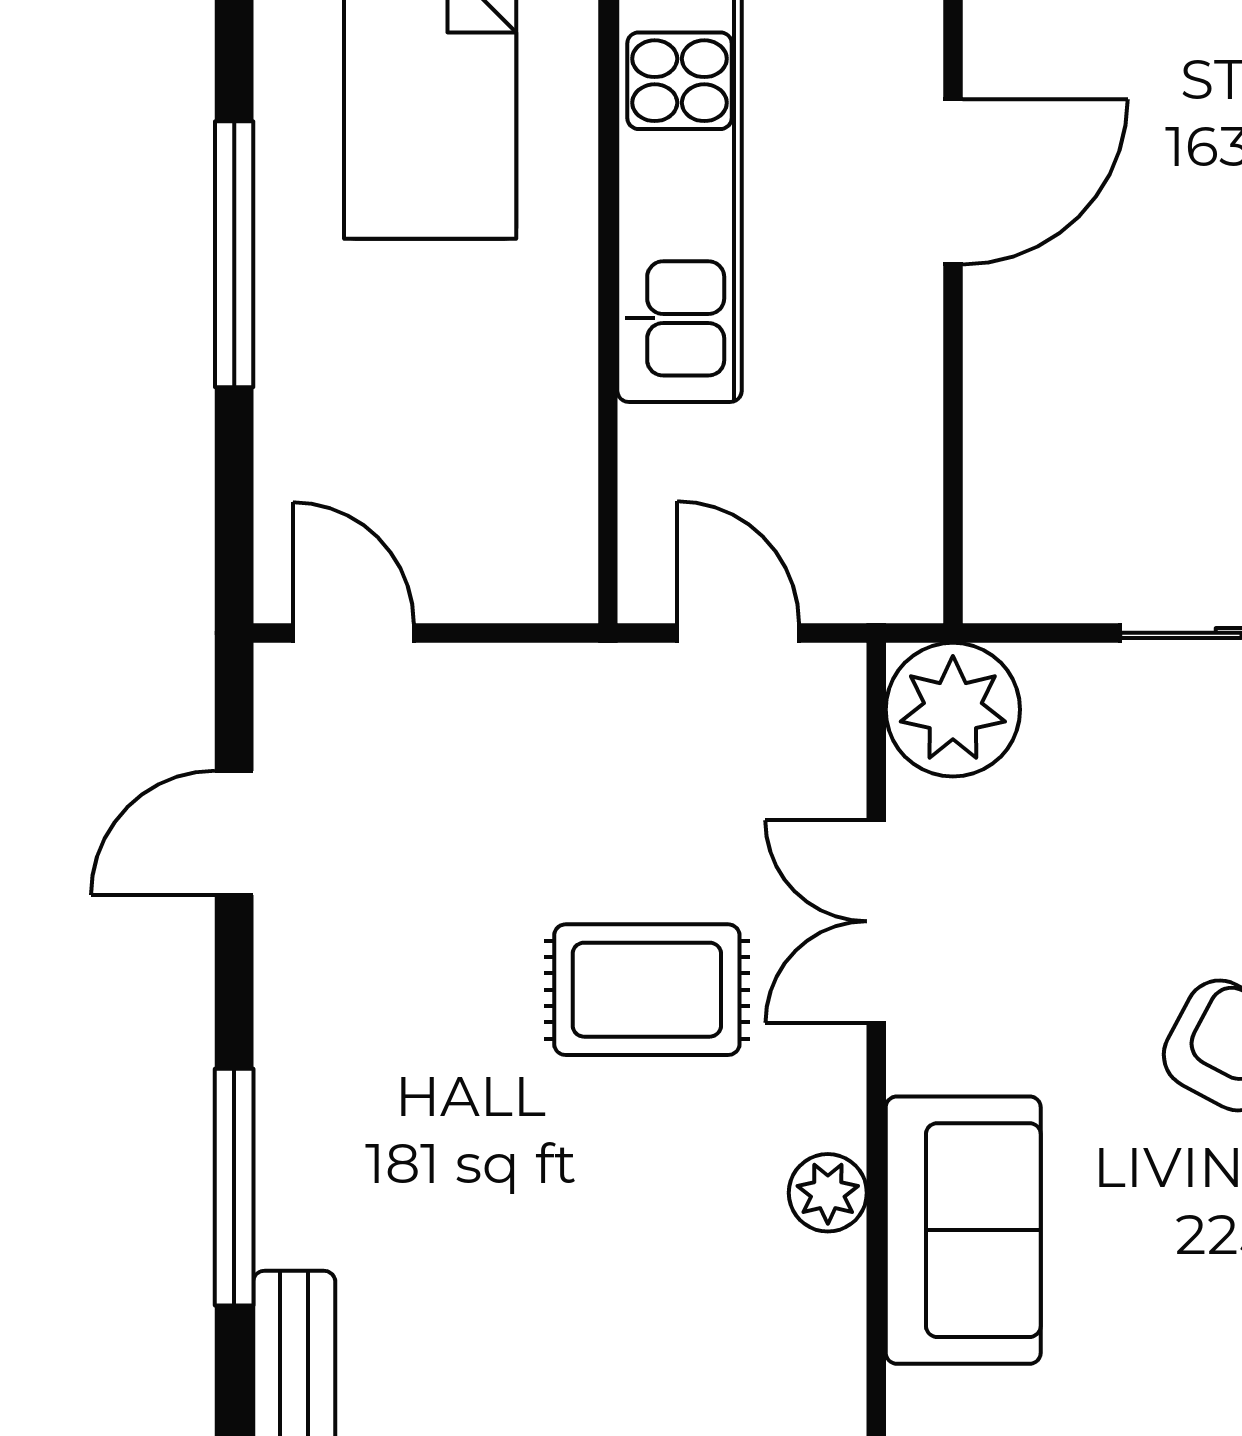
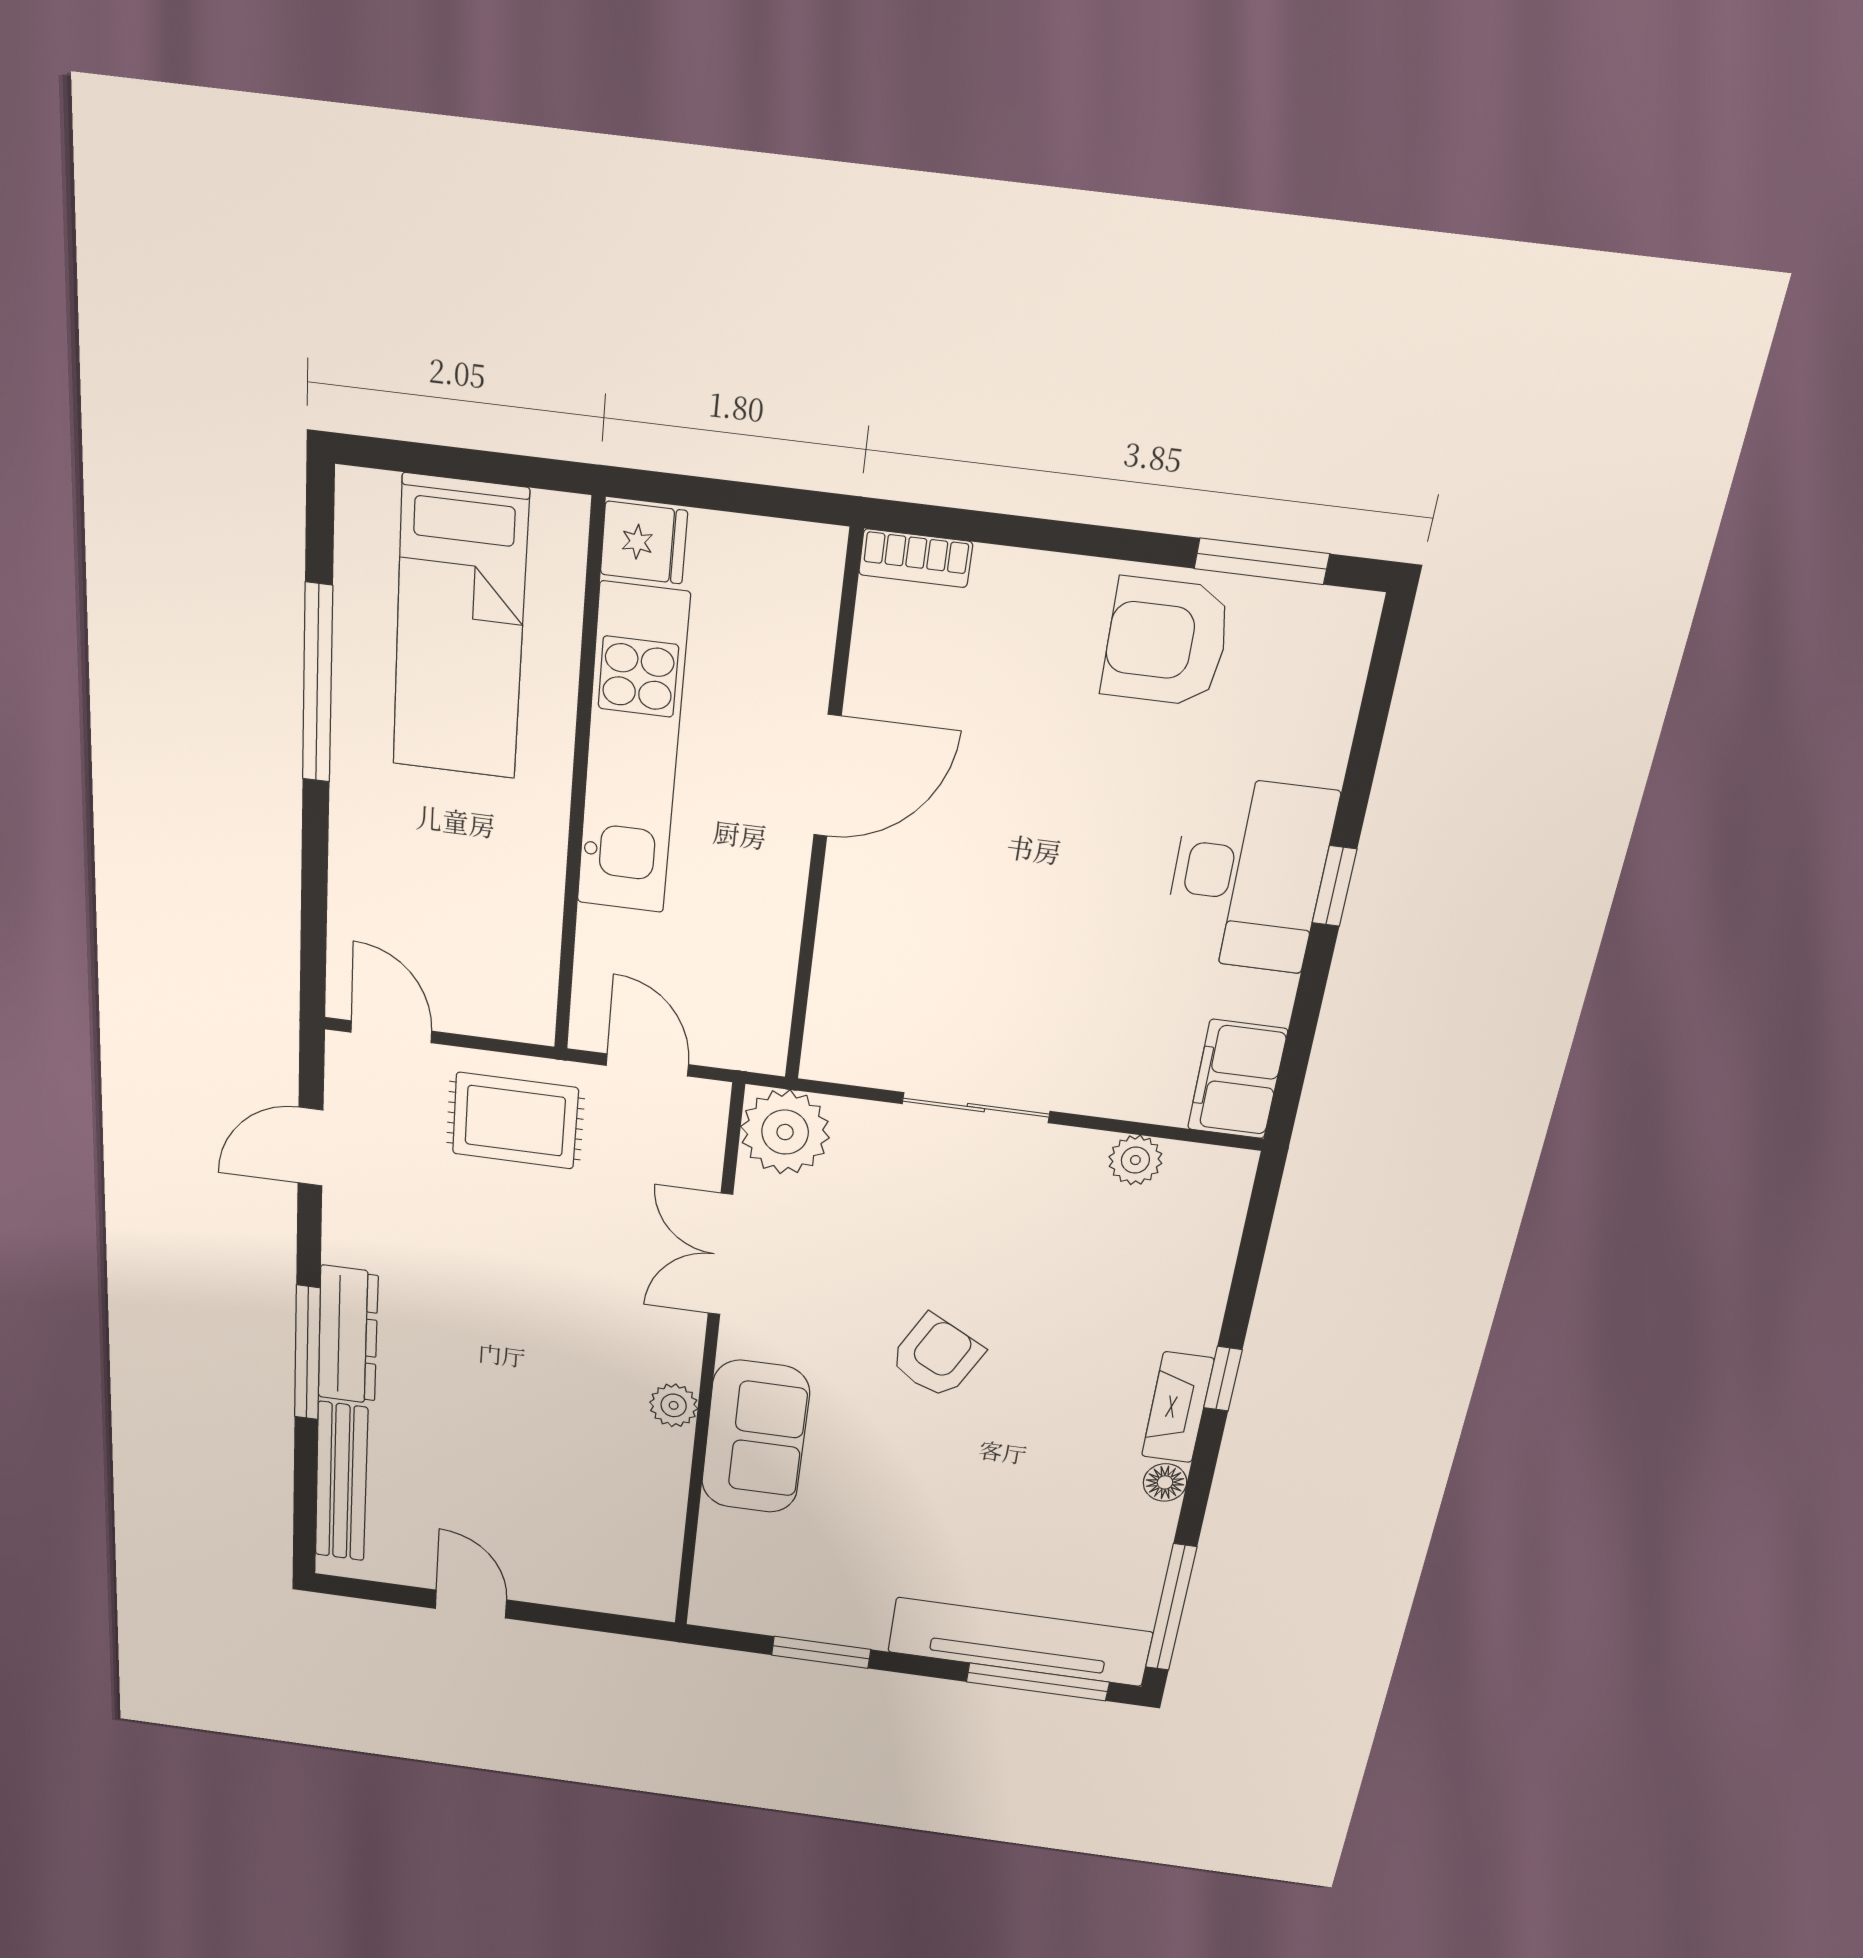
window: (234, 254) -> (317, 684), moved
rug: (647, 990) -> (515, 1121), moved
dresser: (299, 1145) -> (348, 1335), added

